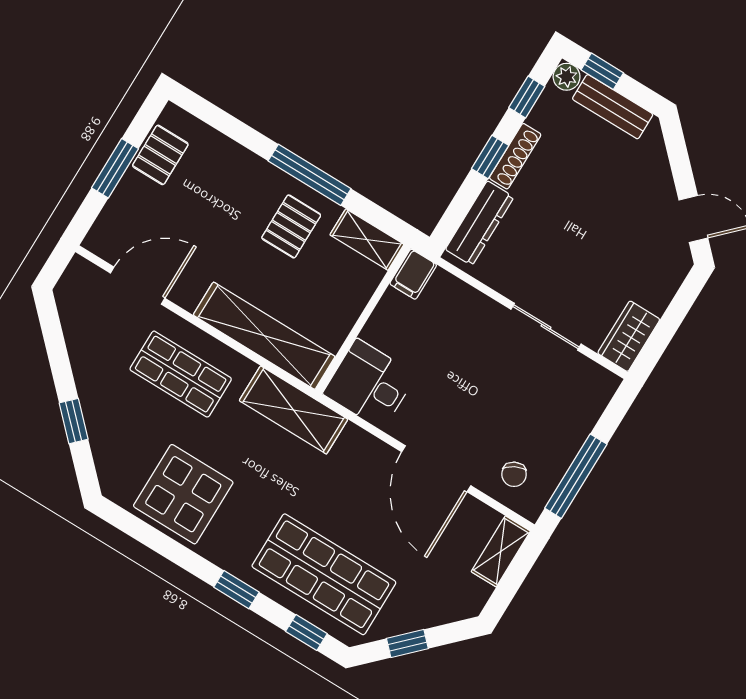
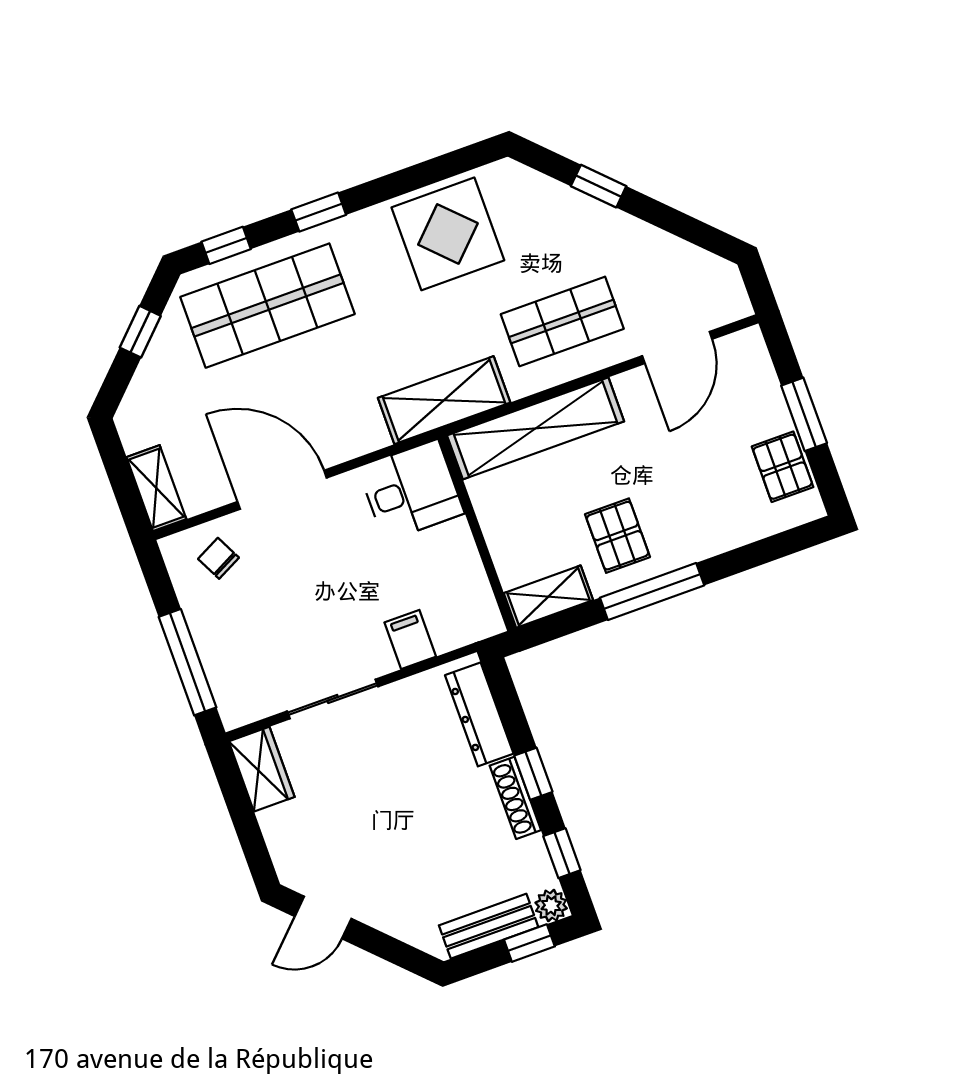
filing cabinet: (413, 274) -> (410, 640), moved
window: (576, 476) -> (188, 662), moved

